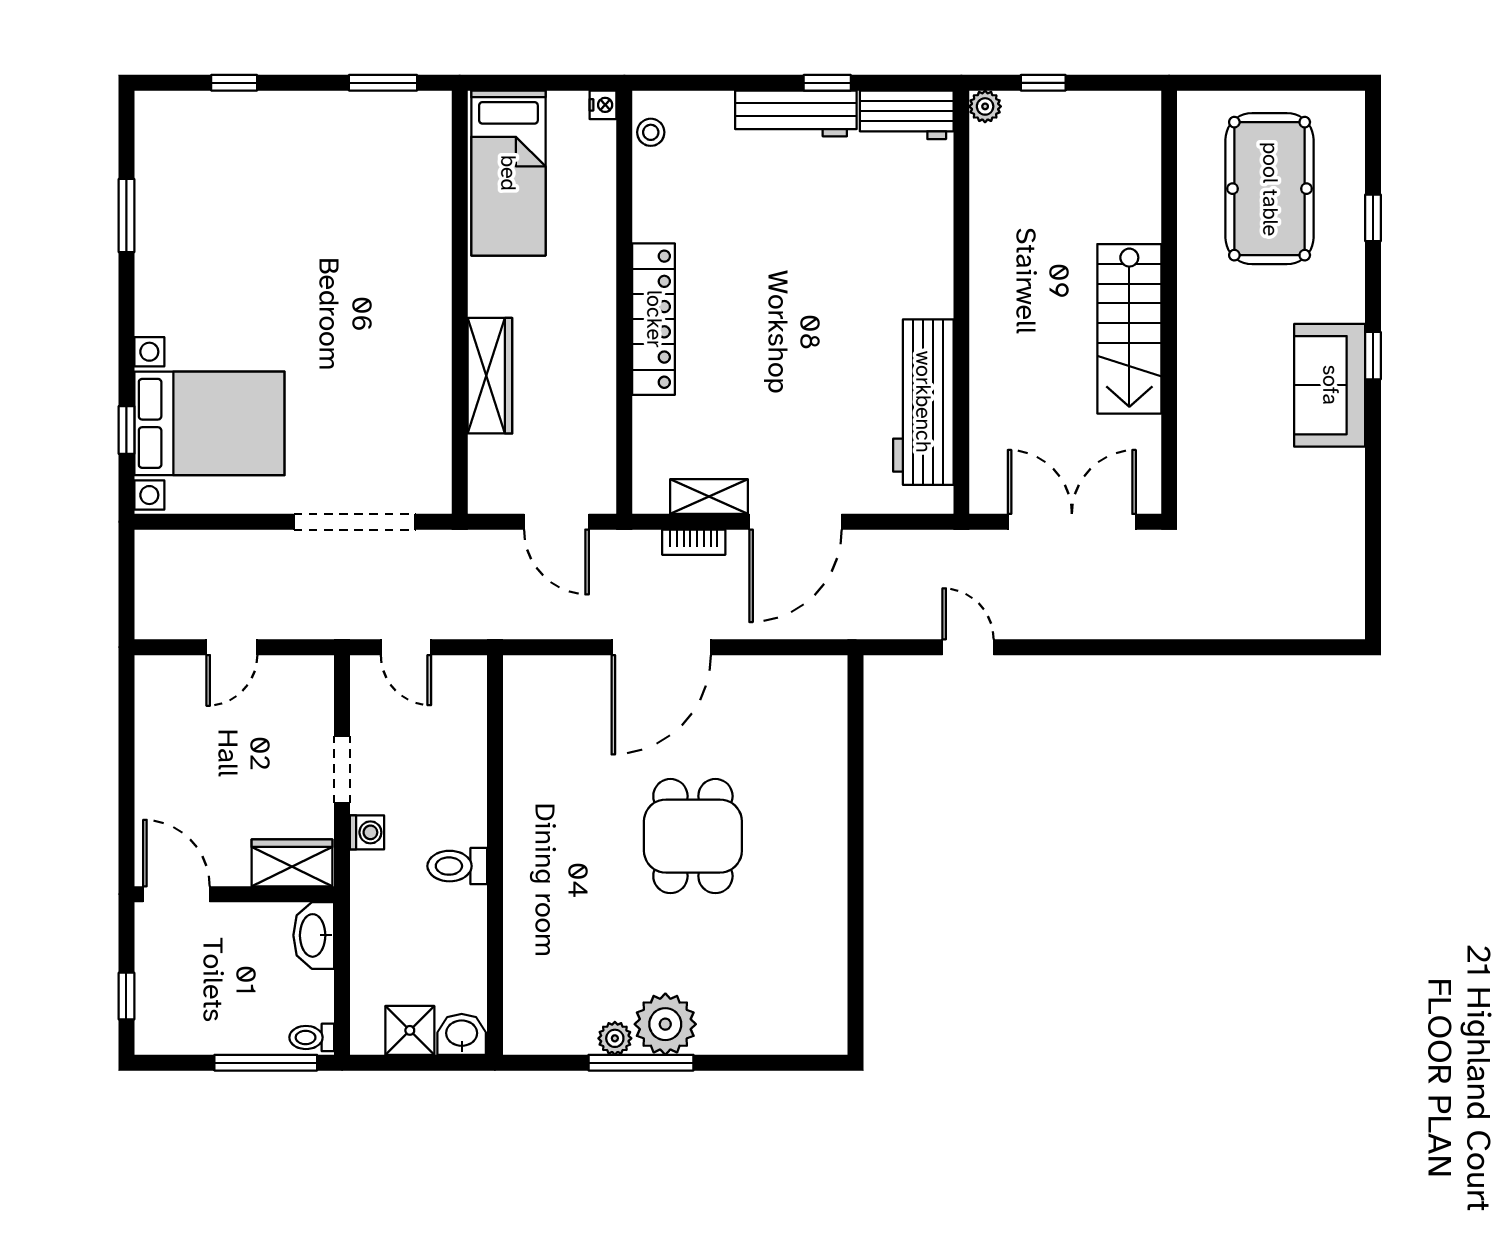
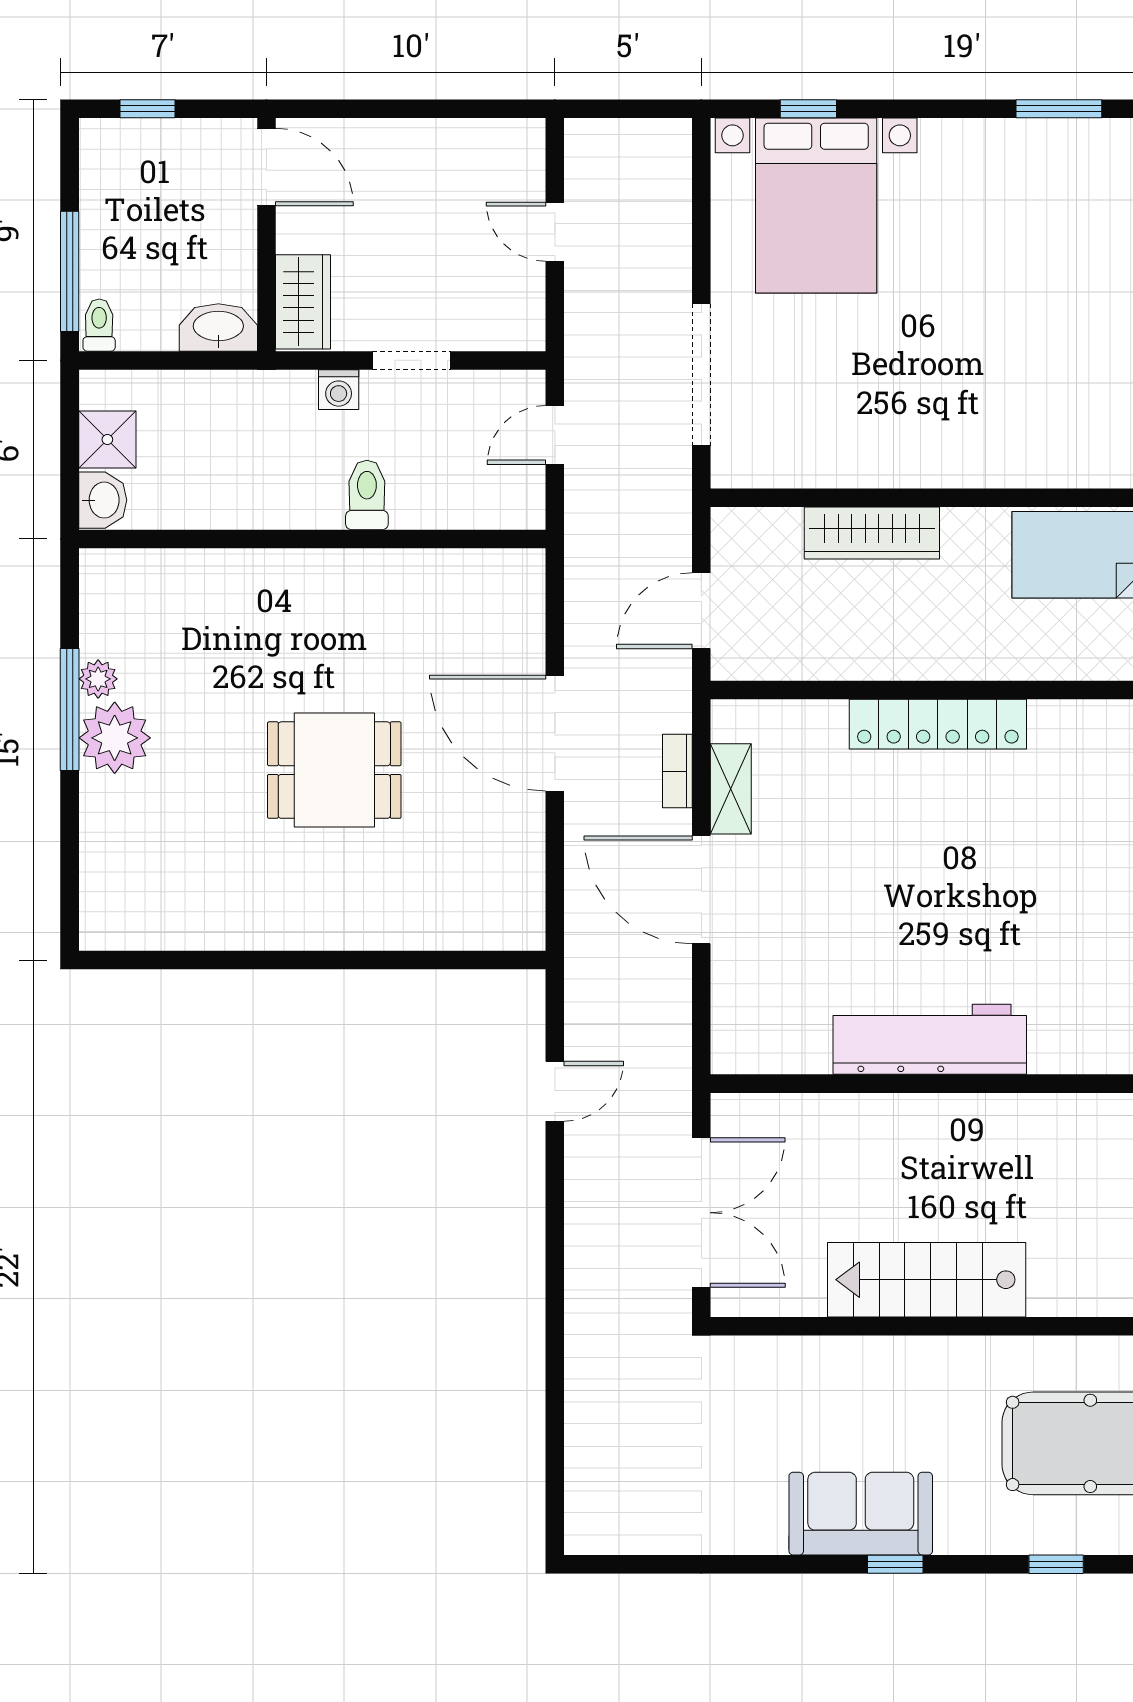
workbench: (923, 402) -> (930, 1039), moved
toilet: (457, 866) -> (367, 495), moved
door: (176, 894) -> (266, 167), hinge flipped

